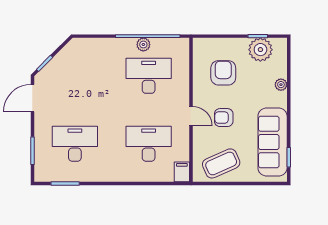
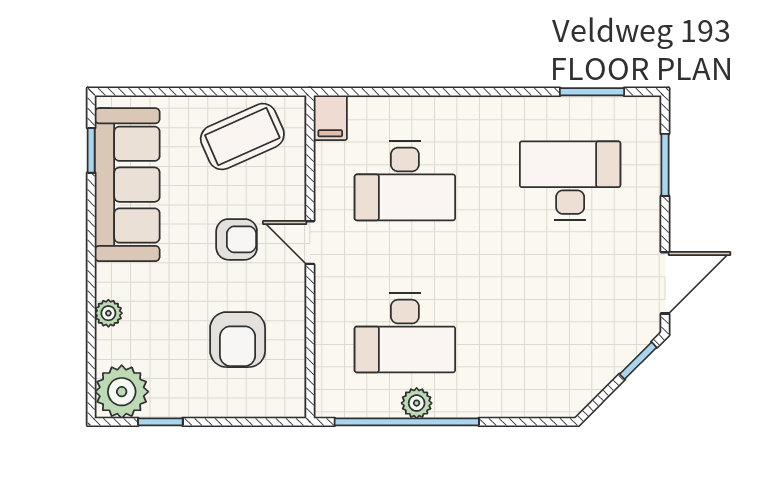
plant: (260, 50) -> (122, 392), moved
desk: (75, 144) -> (570, 181), turned 180

